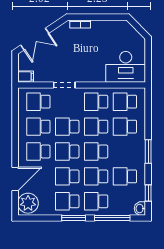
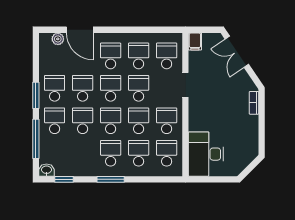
school desk: (125, 176) -> (111, 153), moved
plant: (28, 203) -> (58, 39), width x0.53, depth x0.53

